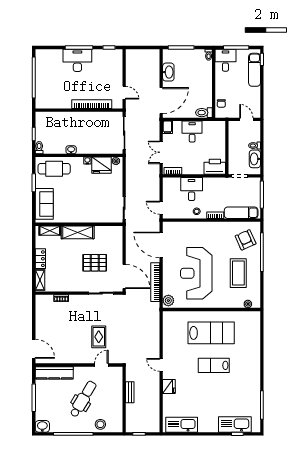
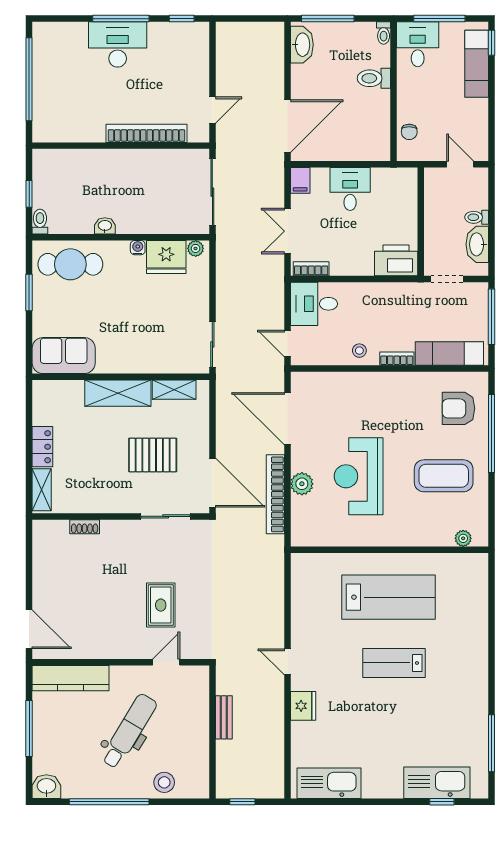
washbasin: (168, 72) -> (302, 45), moved
door: (124, 93) -> (212, 110), hinge flipped
toilet: (204, 113) -> (374, 78), moved
desk: (192, 189) -> (314, 304), moved, turned -90
sofa: (44, 204) -> (64, 356), moved, turned -90
shelving: (50, 231) -> (174, 390), moved
armchair: (246, 240) -> (458, 408), turned -66
reception desk: (196, 273) -> (359, 476), width x0.74, depth x0.77
coffee table: (238, 273) -> (444, 476), turned 90
plant: (168, 301) -> (302, 484), moved

